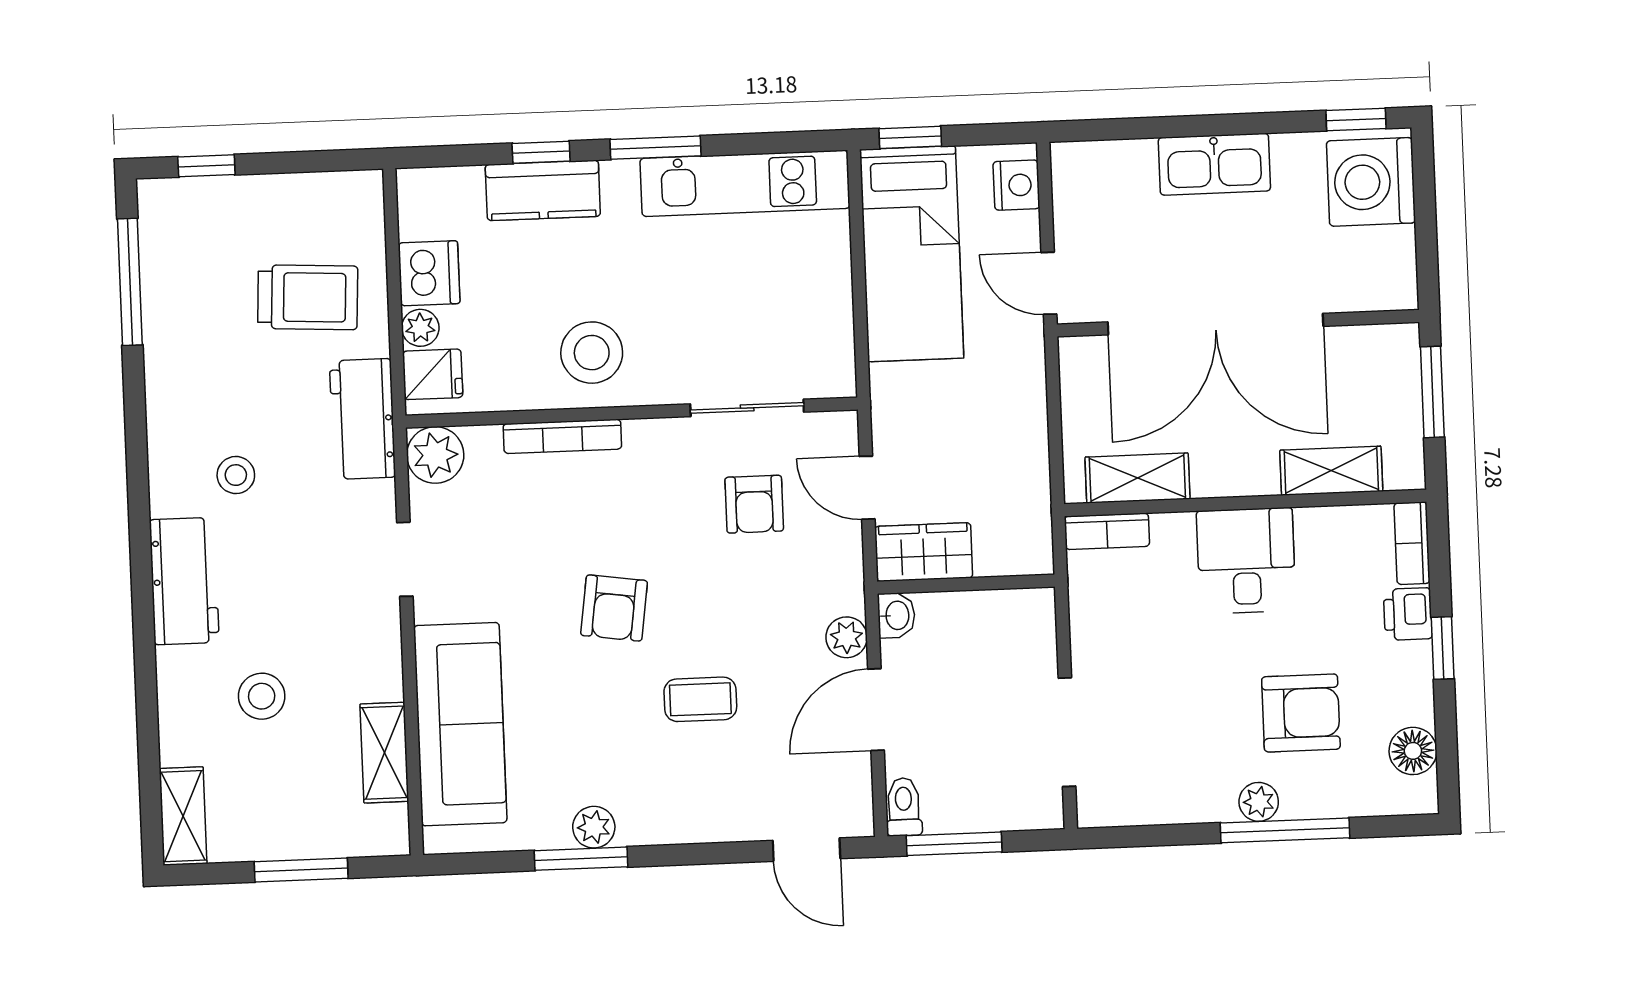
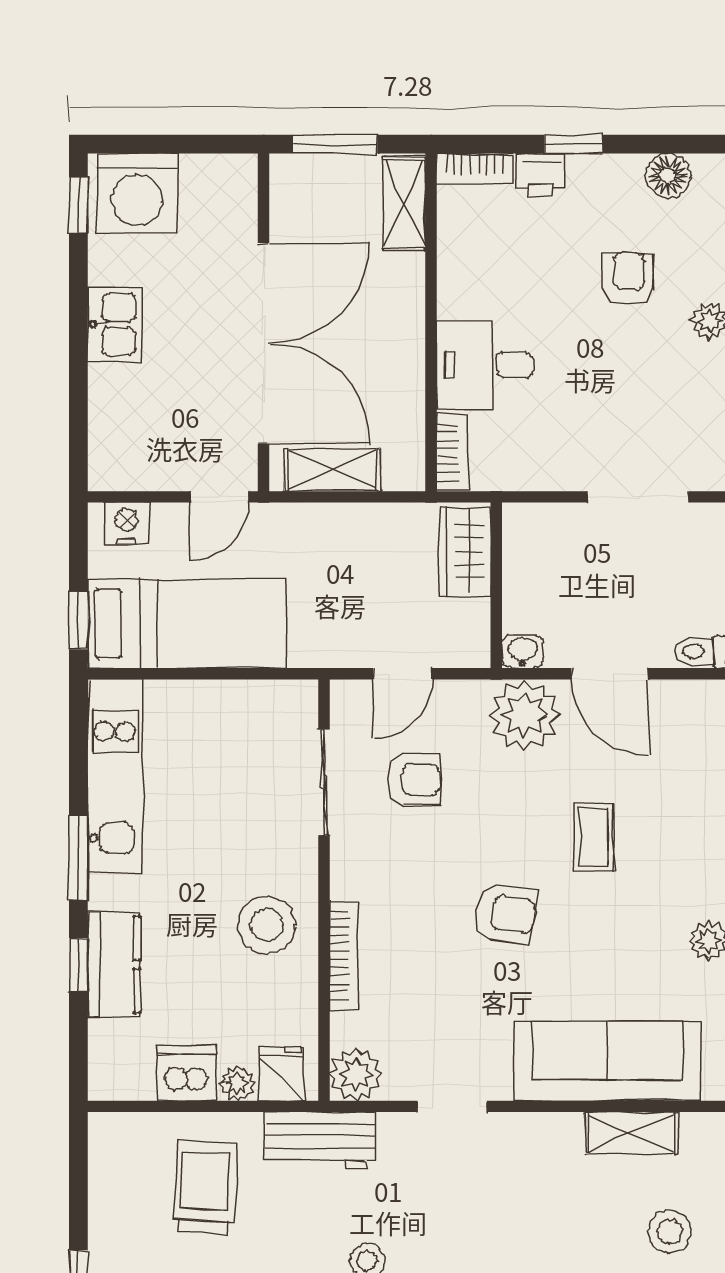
kitchen sink: (1214, 164) -> (115, 324), width x0.73
shelving: (1331, 471) -> (404, 203), moved
shelving: (1137, 478) -> (332, 470), moved, turned 90
wardrobe: (924, 552) -> (465, 552), moved
desk: (1246, 561) -> (485, 365), moved
plant: (847, 637) -> (524, 715), width x1.88, depth x1.88
stool: (262, 696) -> (670, 1232), moved
armchair: (1301, 713) -> (629, 278), width x0.72, depth x0.72

